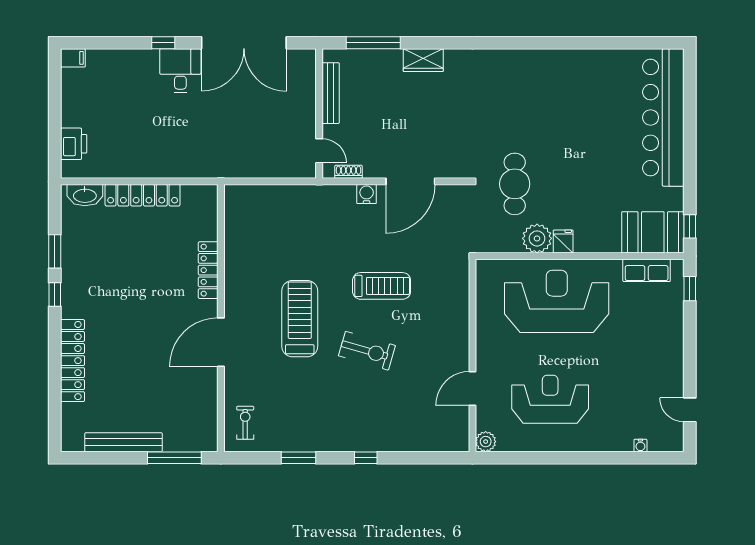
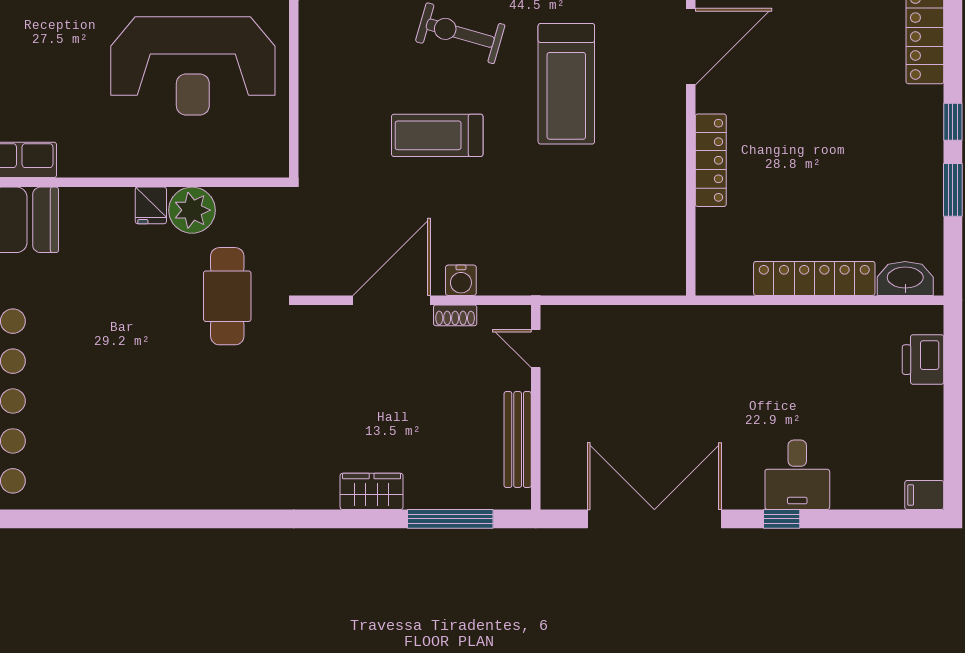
desk: (180, 71) -> (797, 475), moved
shoe rack: (348, 172) -> (455, 315), moved
reception desk: (557, 301) -> (193, 66), moved

